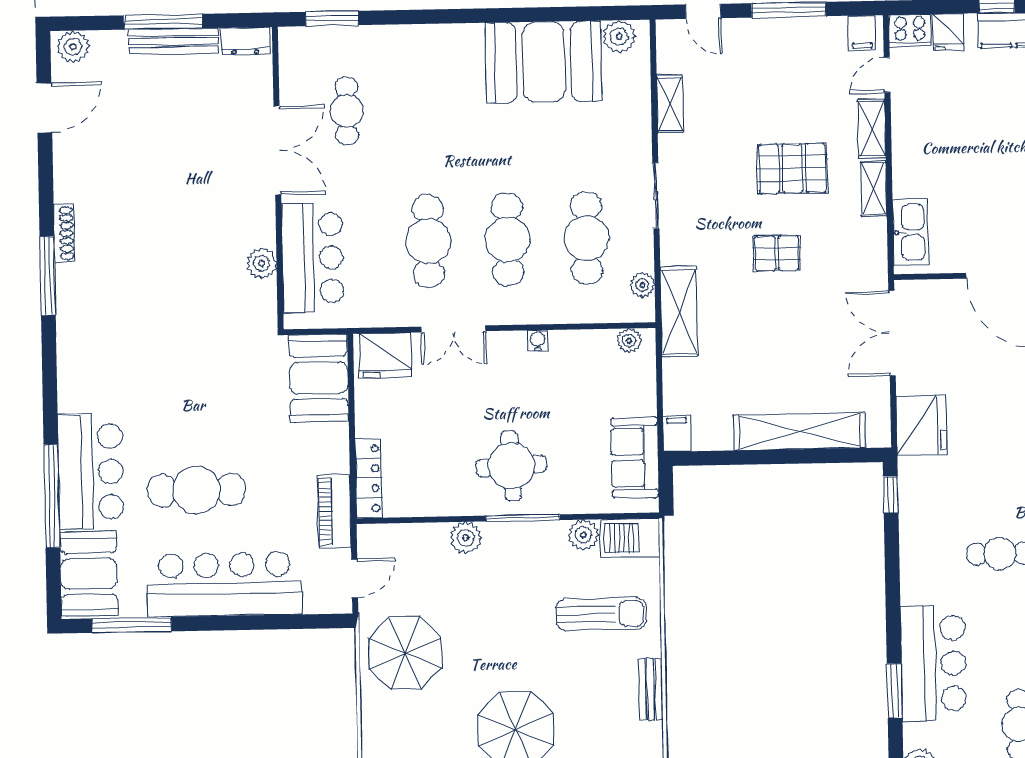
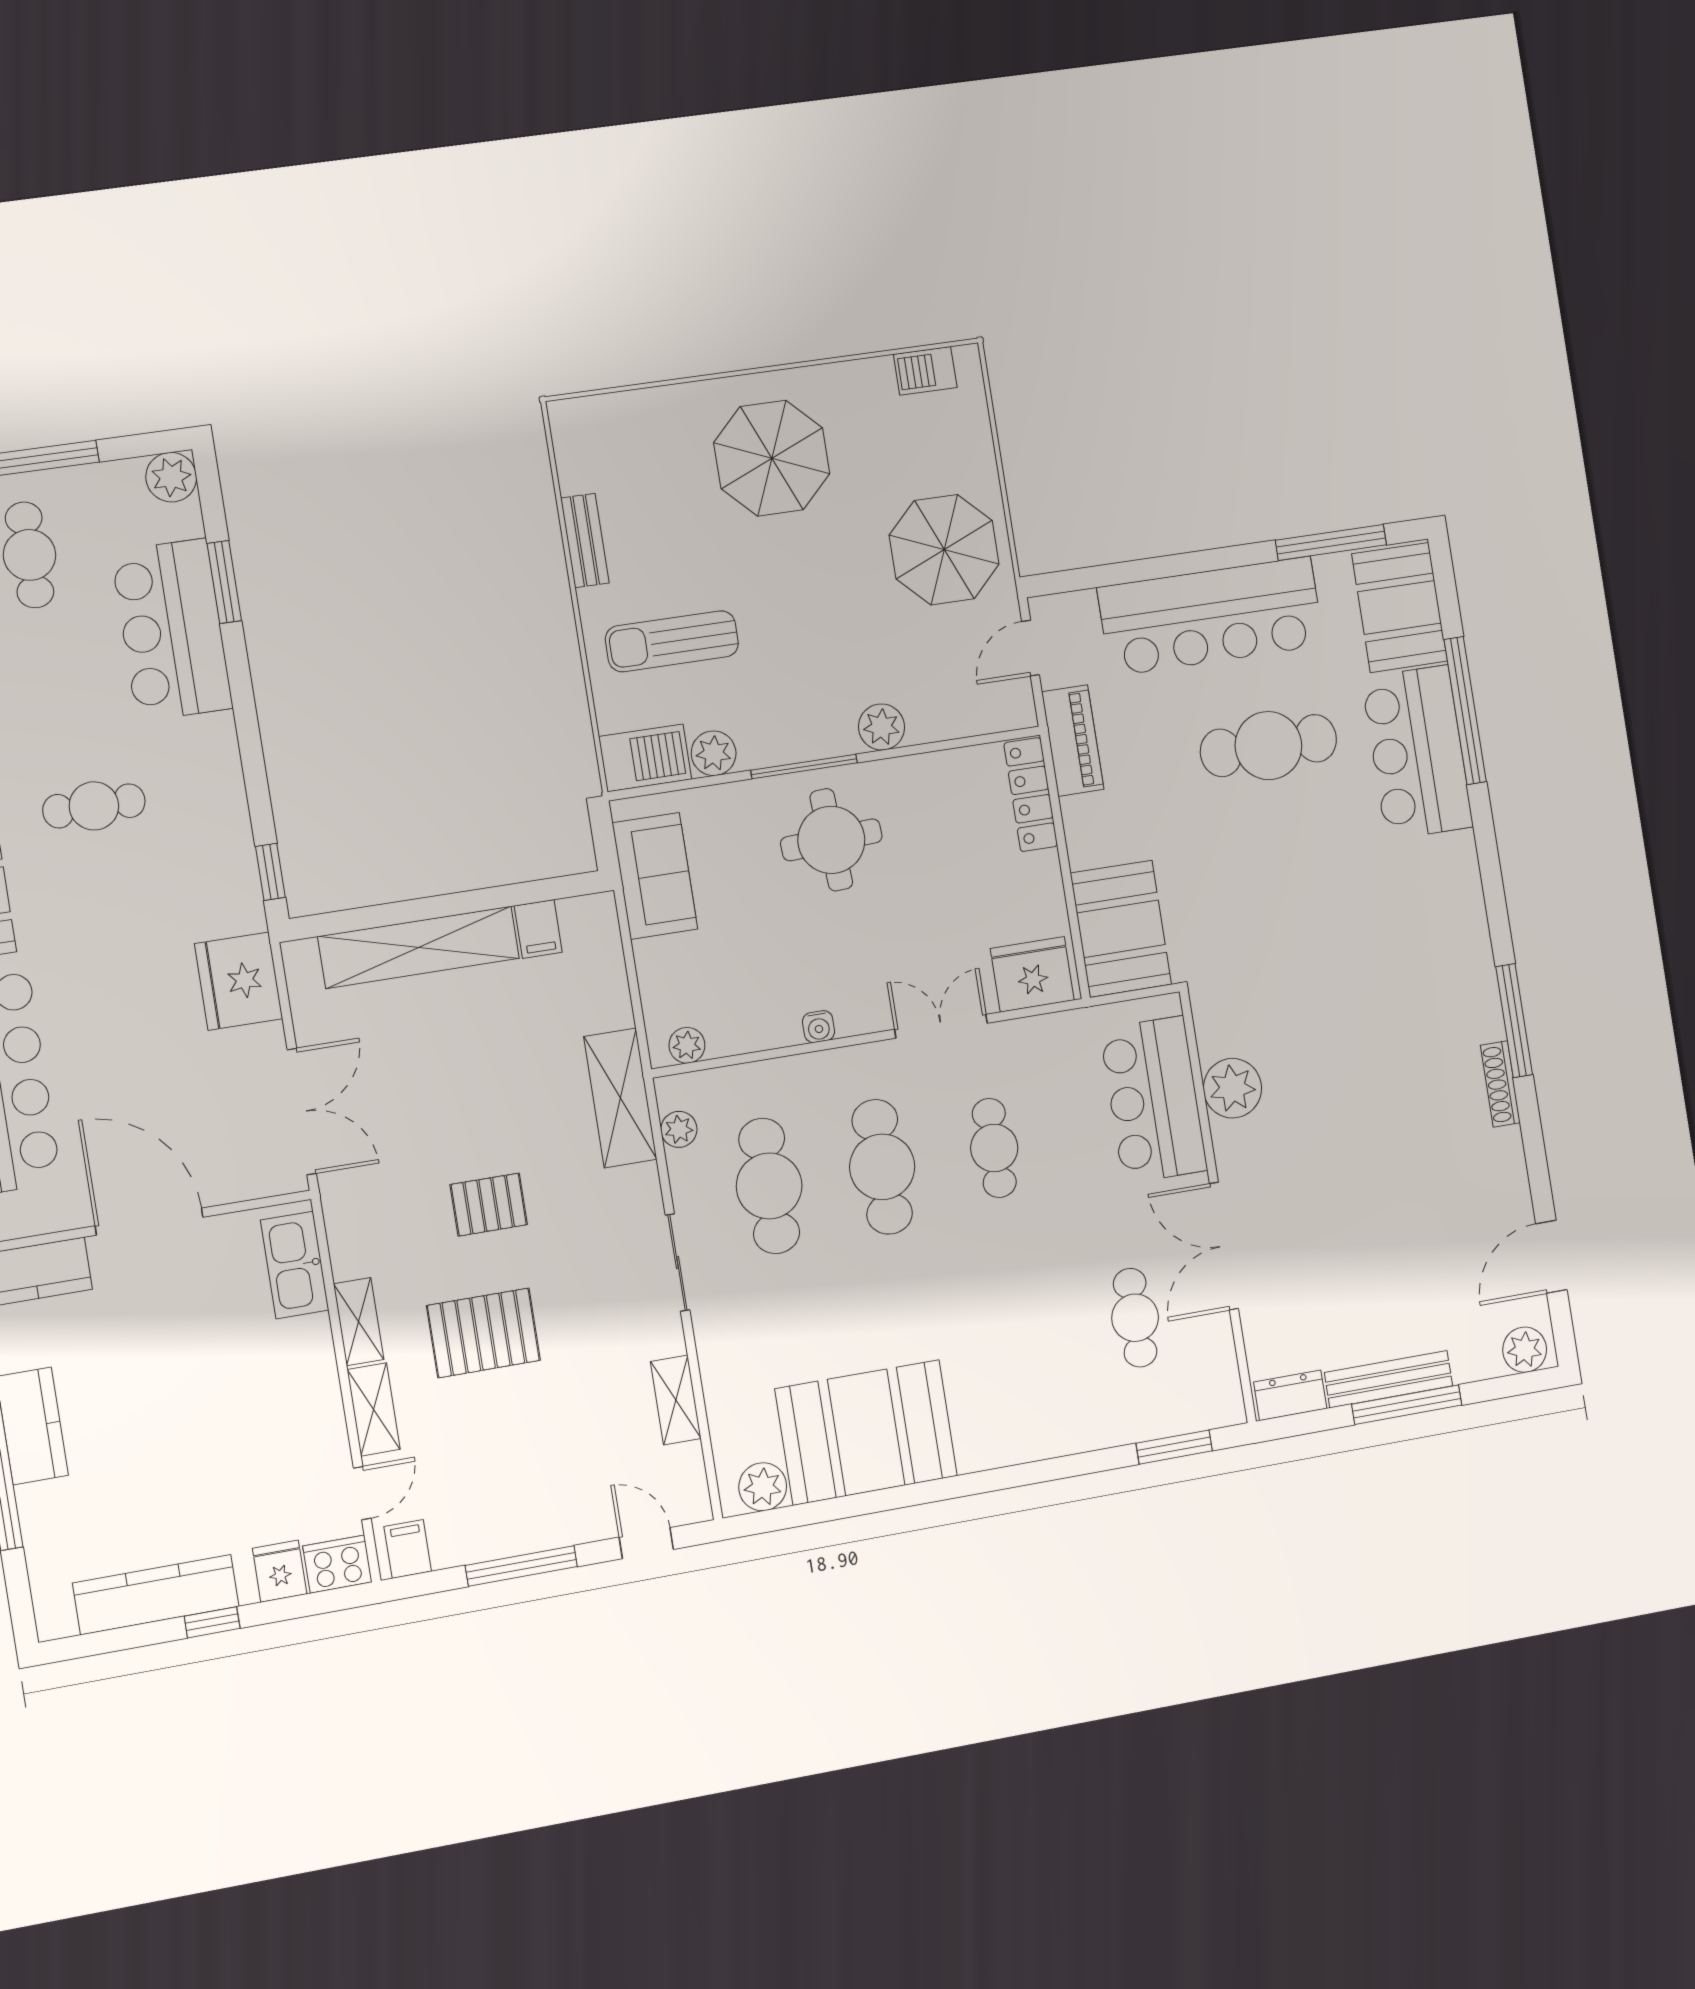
cafe table: (428, 241) -> (994, 1148), width x0.73, depth x0.74
plant: (261, 263) -> (1232, 1088), width x1.36, depth x1.36
filing cabinet: (677, 433) -> (538, 929), moved

